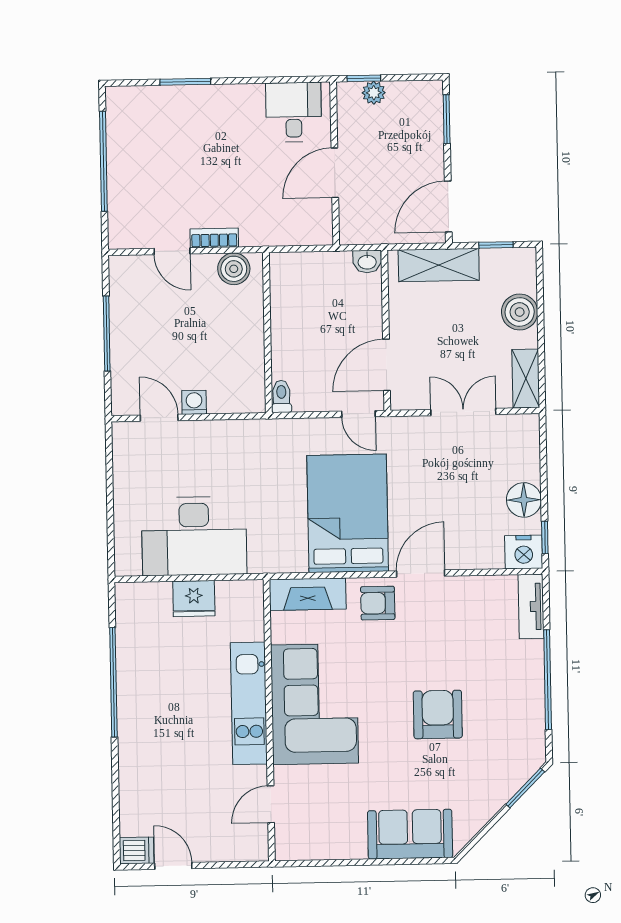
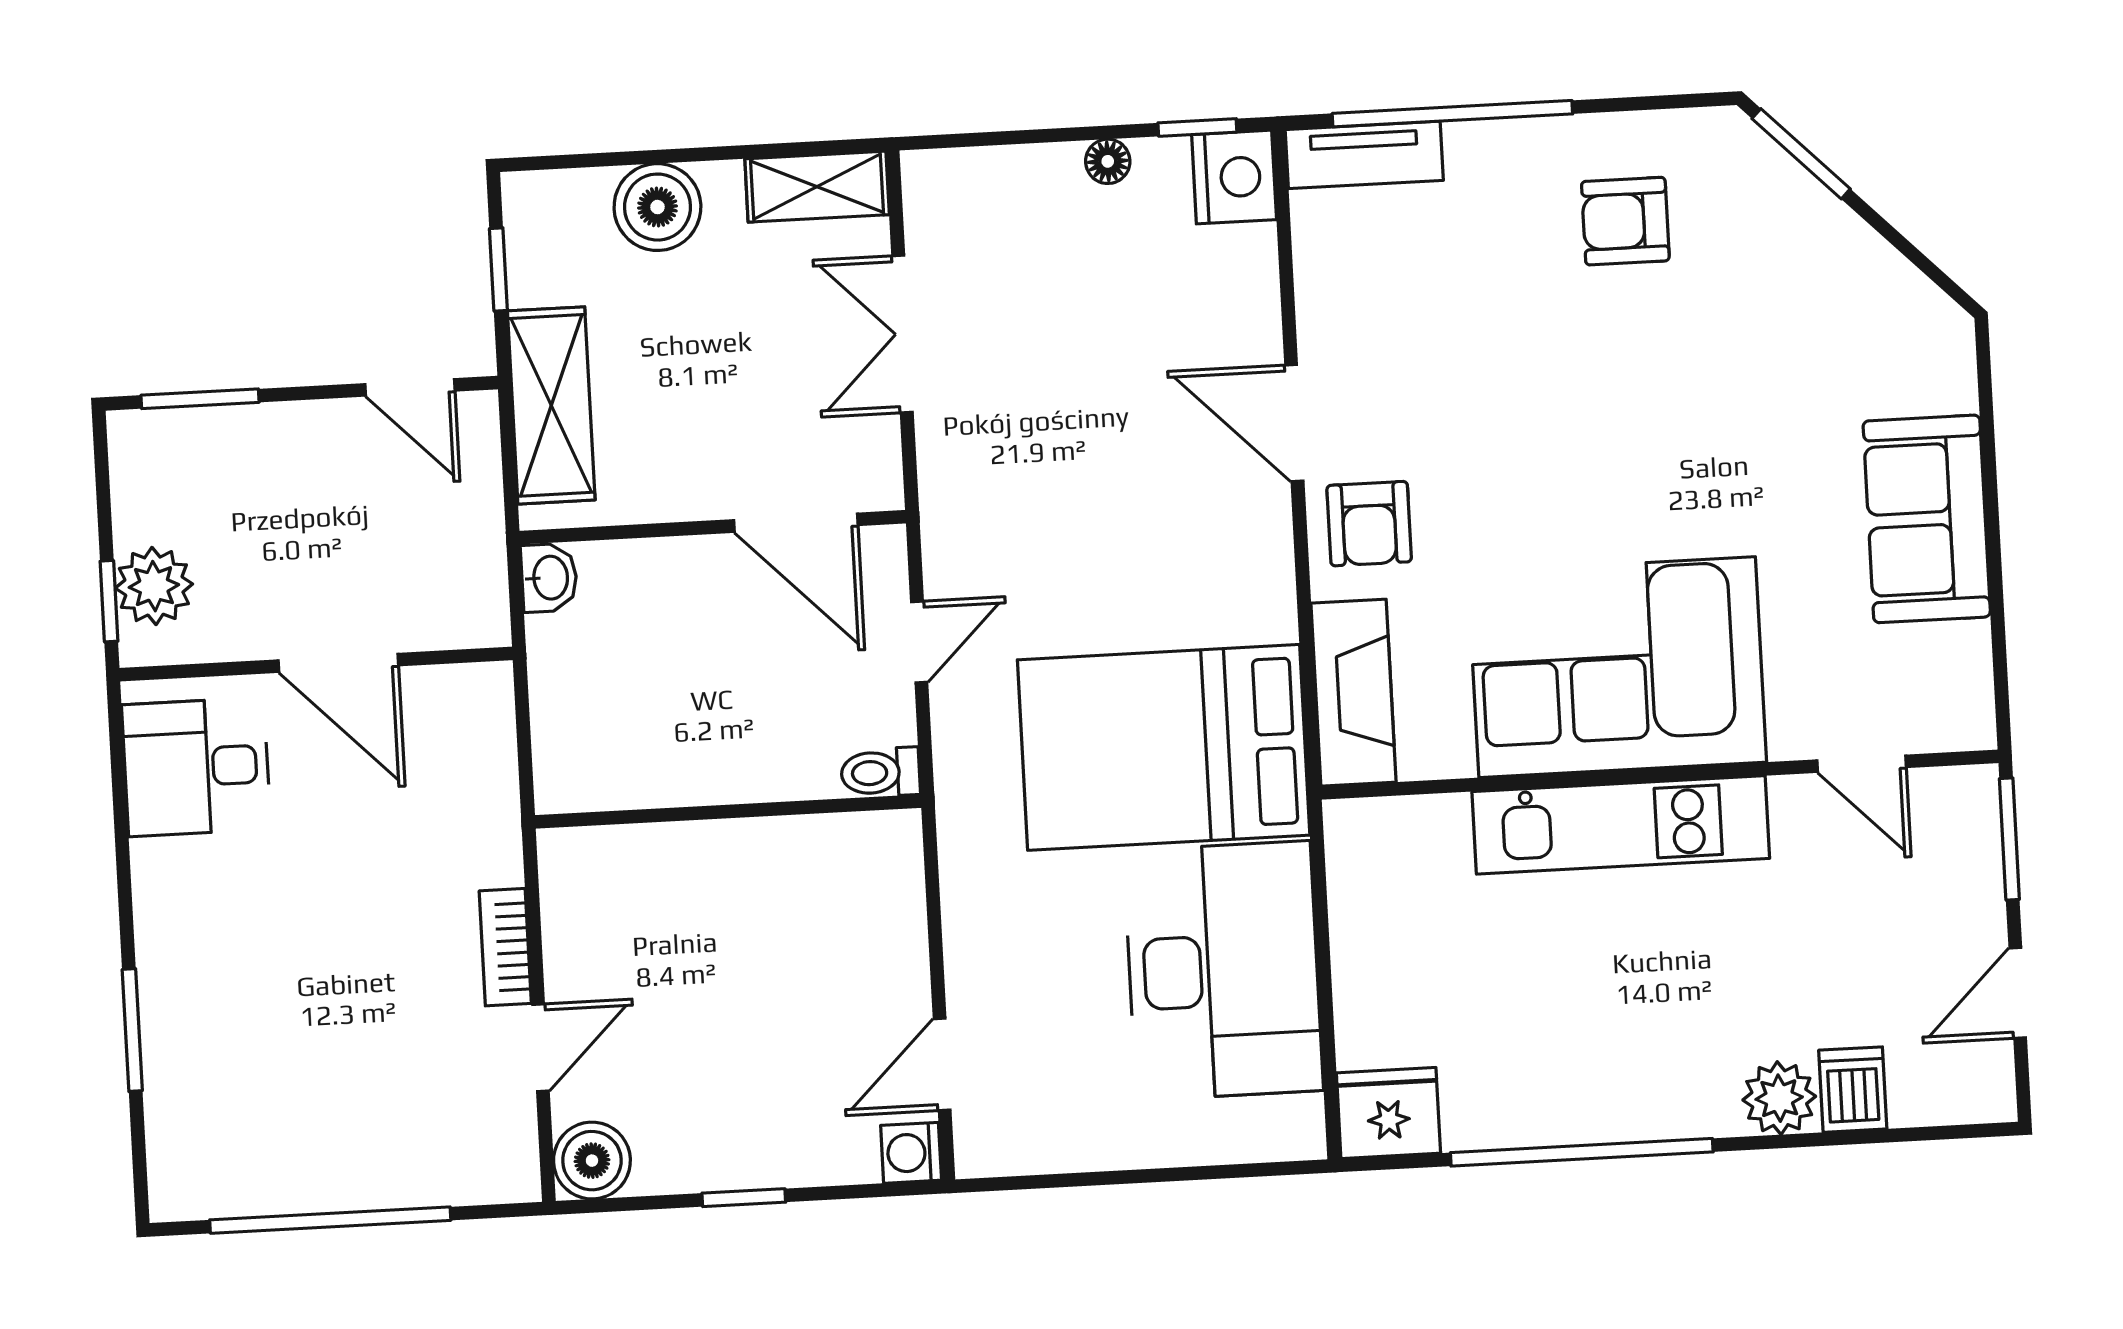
plant: (374, 93) -> (154, 586), width x1.38, depth x1.38
door: (448, 207) -> (410, 387), width x0.73
boiler: (234, 269) -> (592, 1161), moved
window: (107, 333) -> (744, 1198), width x0.46
washing machine: (194, 402) -> (911, 1153), moved
door: (358, 414) -> (919, 642), moved
floor lamp: (524, 500) -> (1108, 161), width x0.53, depth x0.53
bed: (348, 513) -> (1164, 747), moved
fridge: (194, 599) -> (1388, 1113), moved, turned -90
window: (548, 680) -> (1452, 114), moved
armchair: (438, 714) -> (1625, 221), moved, width x0.72, depth x0.72
plant: (133, 765) -> (1779, 1098), added
sofa: (410, 834) -> (1927, 519), moved
dishwasher: (137, 850) -> (1853, 1090), moved
window: (237, 865) -> (2009, 839), added

